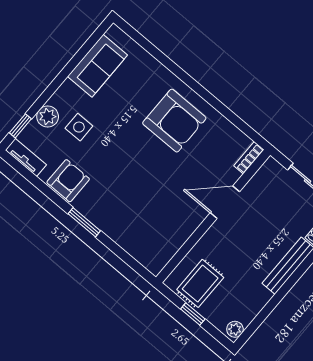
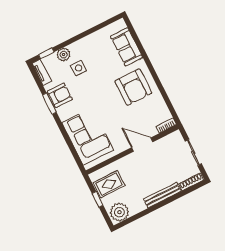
sofa: (97, 66) -> (127, 47), moved, turned 90
window: (84, 222) -> (49, 104), moved
corner sofa: (137, 225) -> (88, 136), added
plant: (235, 329) -> (119, 212), width x1.87, depth x1.87

